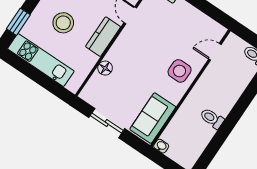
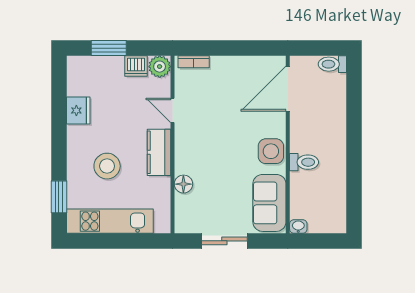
door: (215, 52) -> (288, 89), width x1.88
side table: (180, 71) -> (271, 151), moved
toilet: (212, 118) -> (304, 162), moved, turned 180

